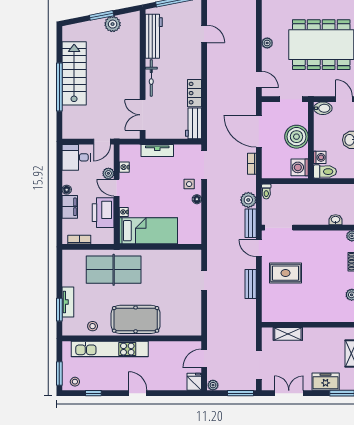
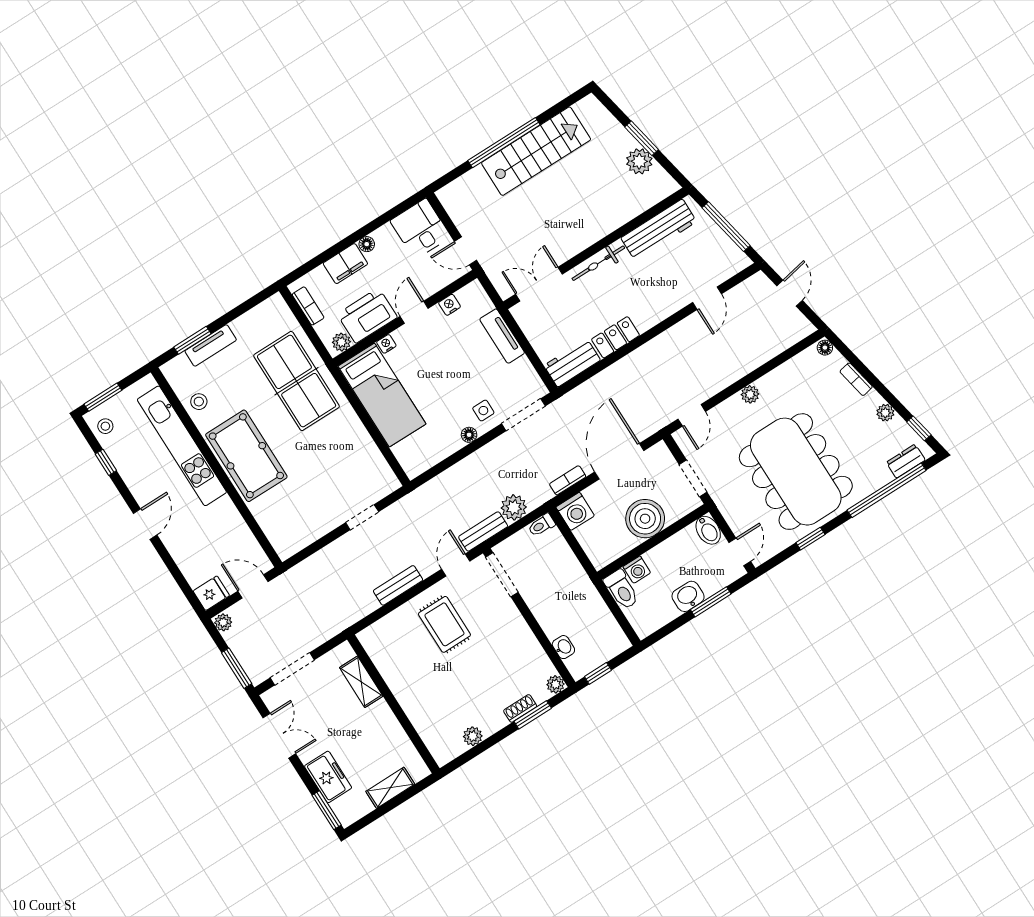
washing machine: (300, 167) -> (575, 511), moved, turned 180
plant: (108, 173) -> (341, 342), moved

